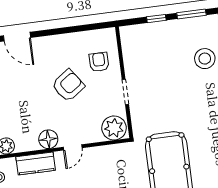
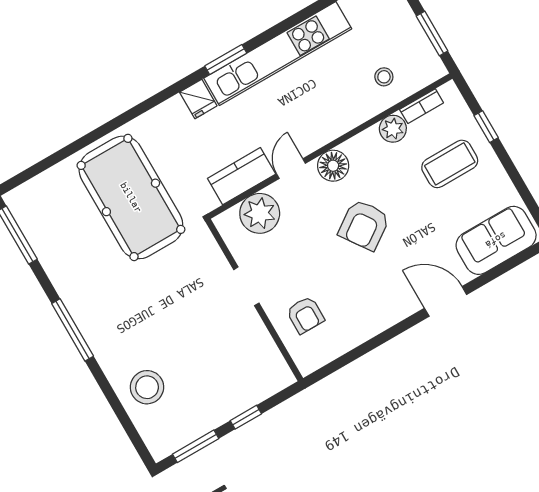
armchair: (68, 85) -> (364, 225), moved
plant: (114, 128) -> (260, 213), moved
kitchen counter: (36, 164) -> (242, 176), moved

